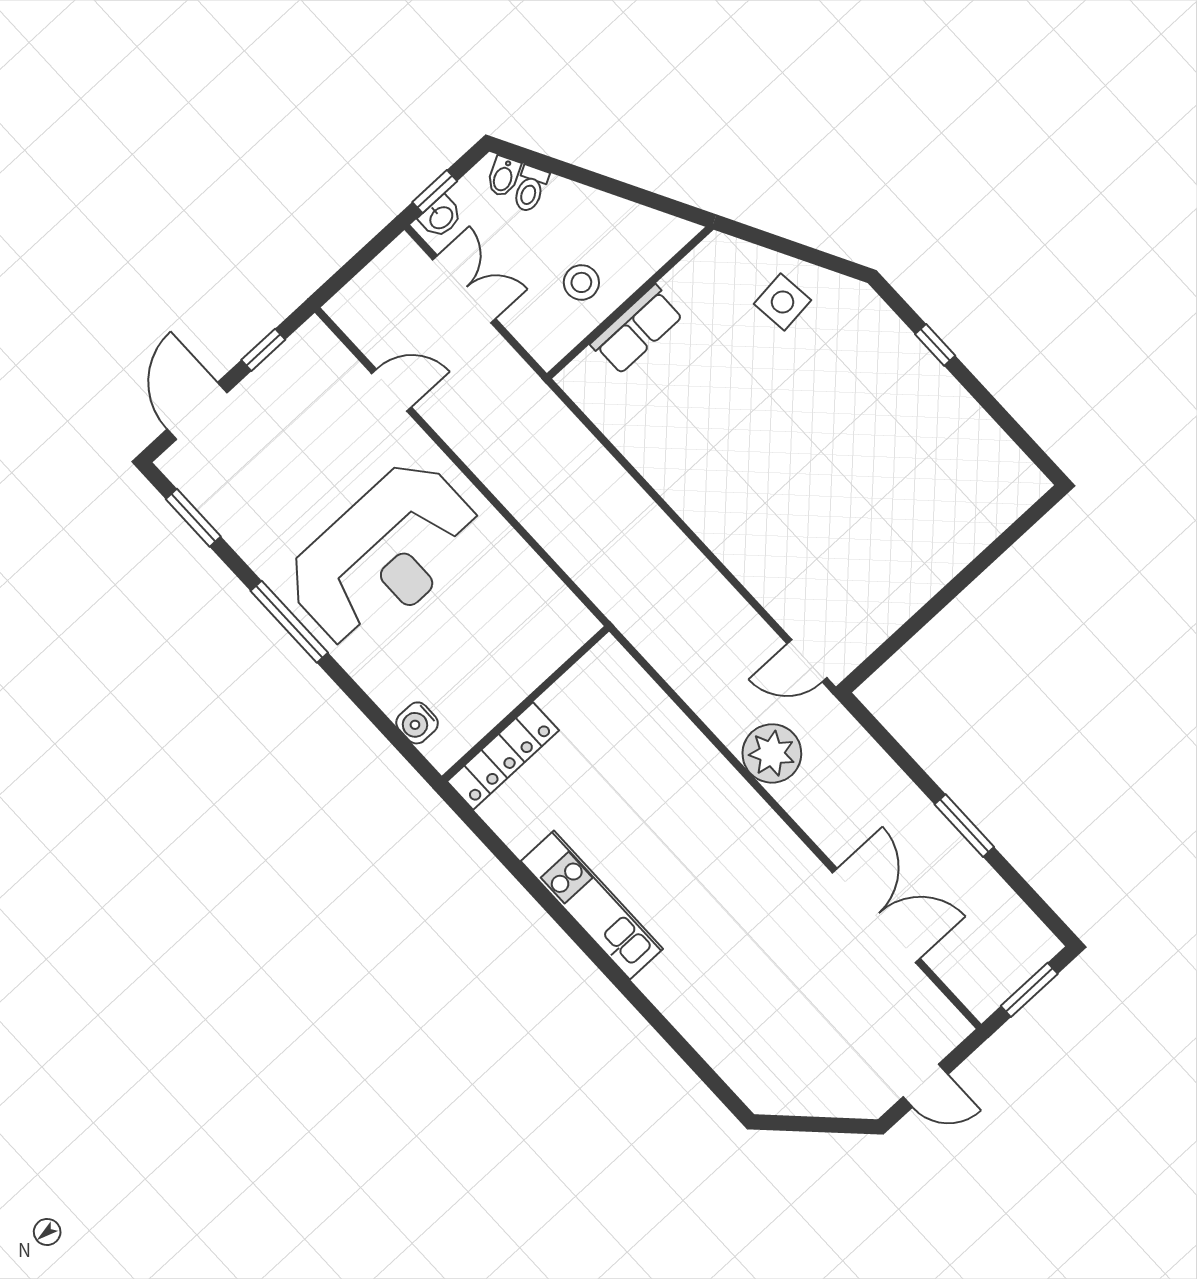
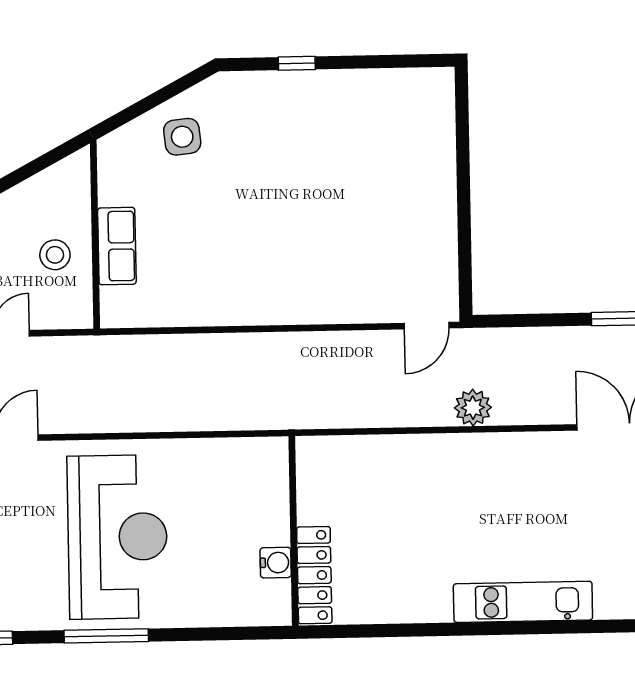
water cooler: (417, 723) -> (276, 563), moved, turned -90
plant: (772, 753) -> (473, 408), width x0.73, depth x0.73
kitchen unit: (592, 905) -> (523, 602), moved

